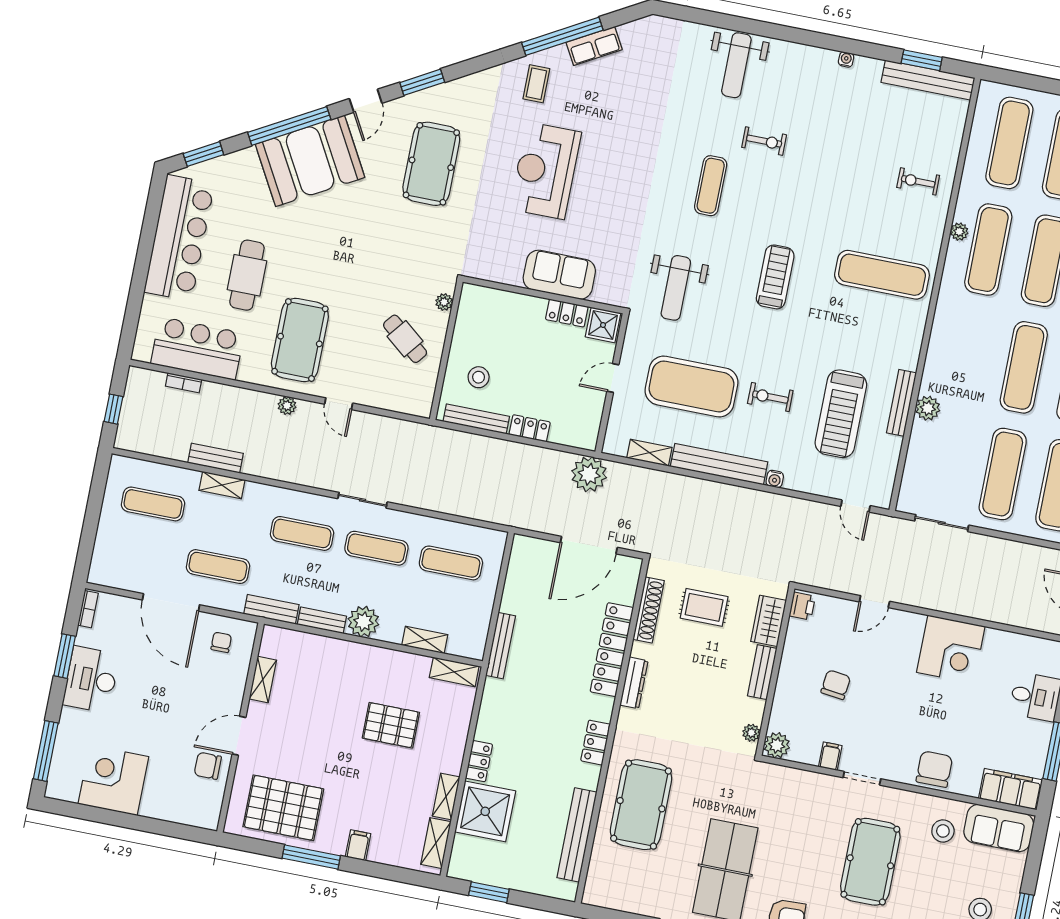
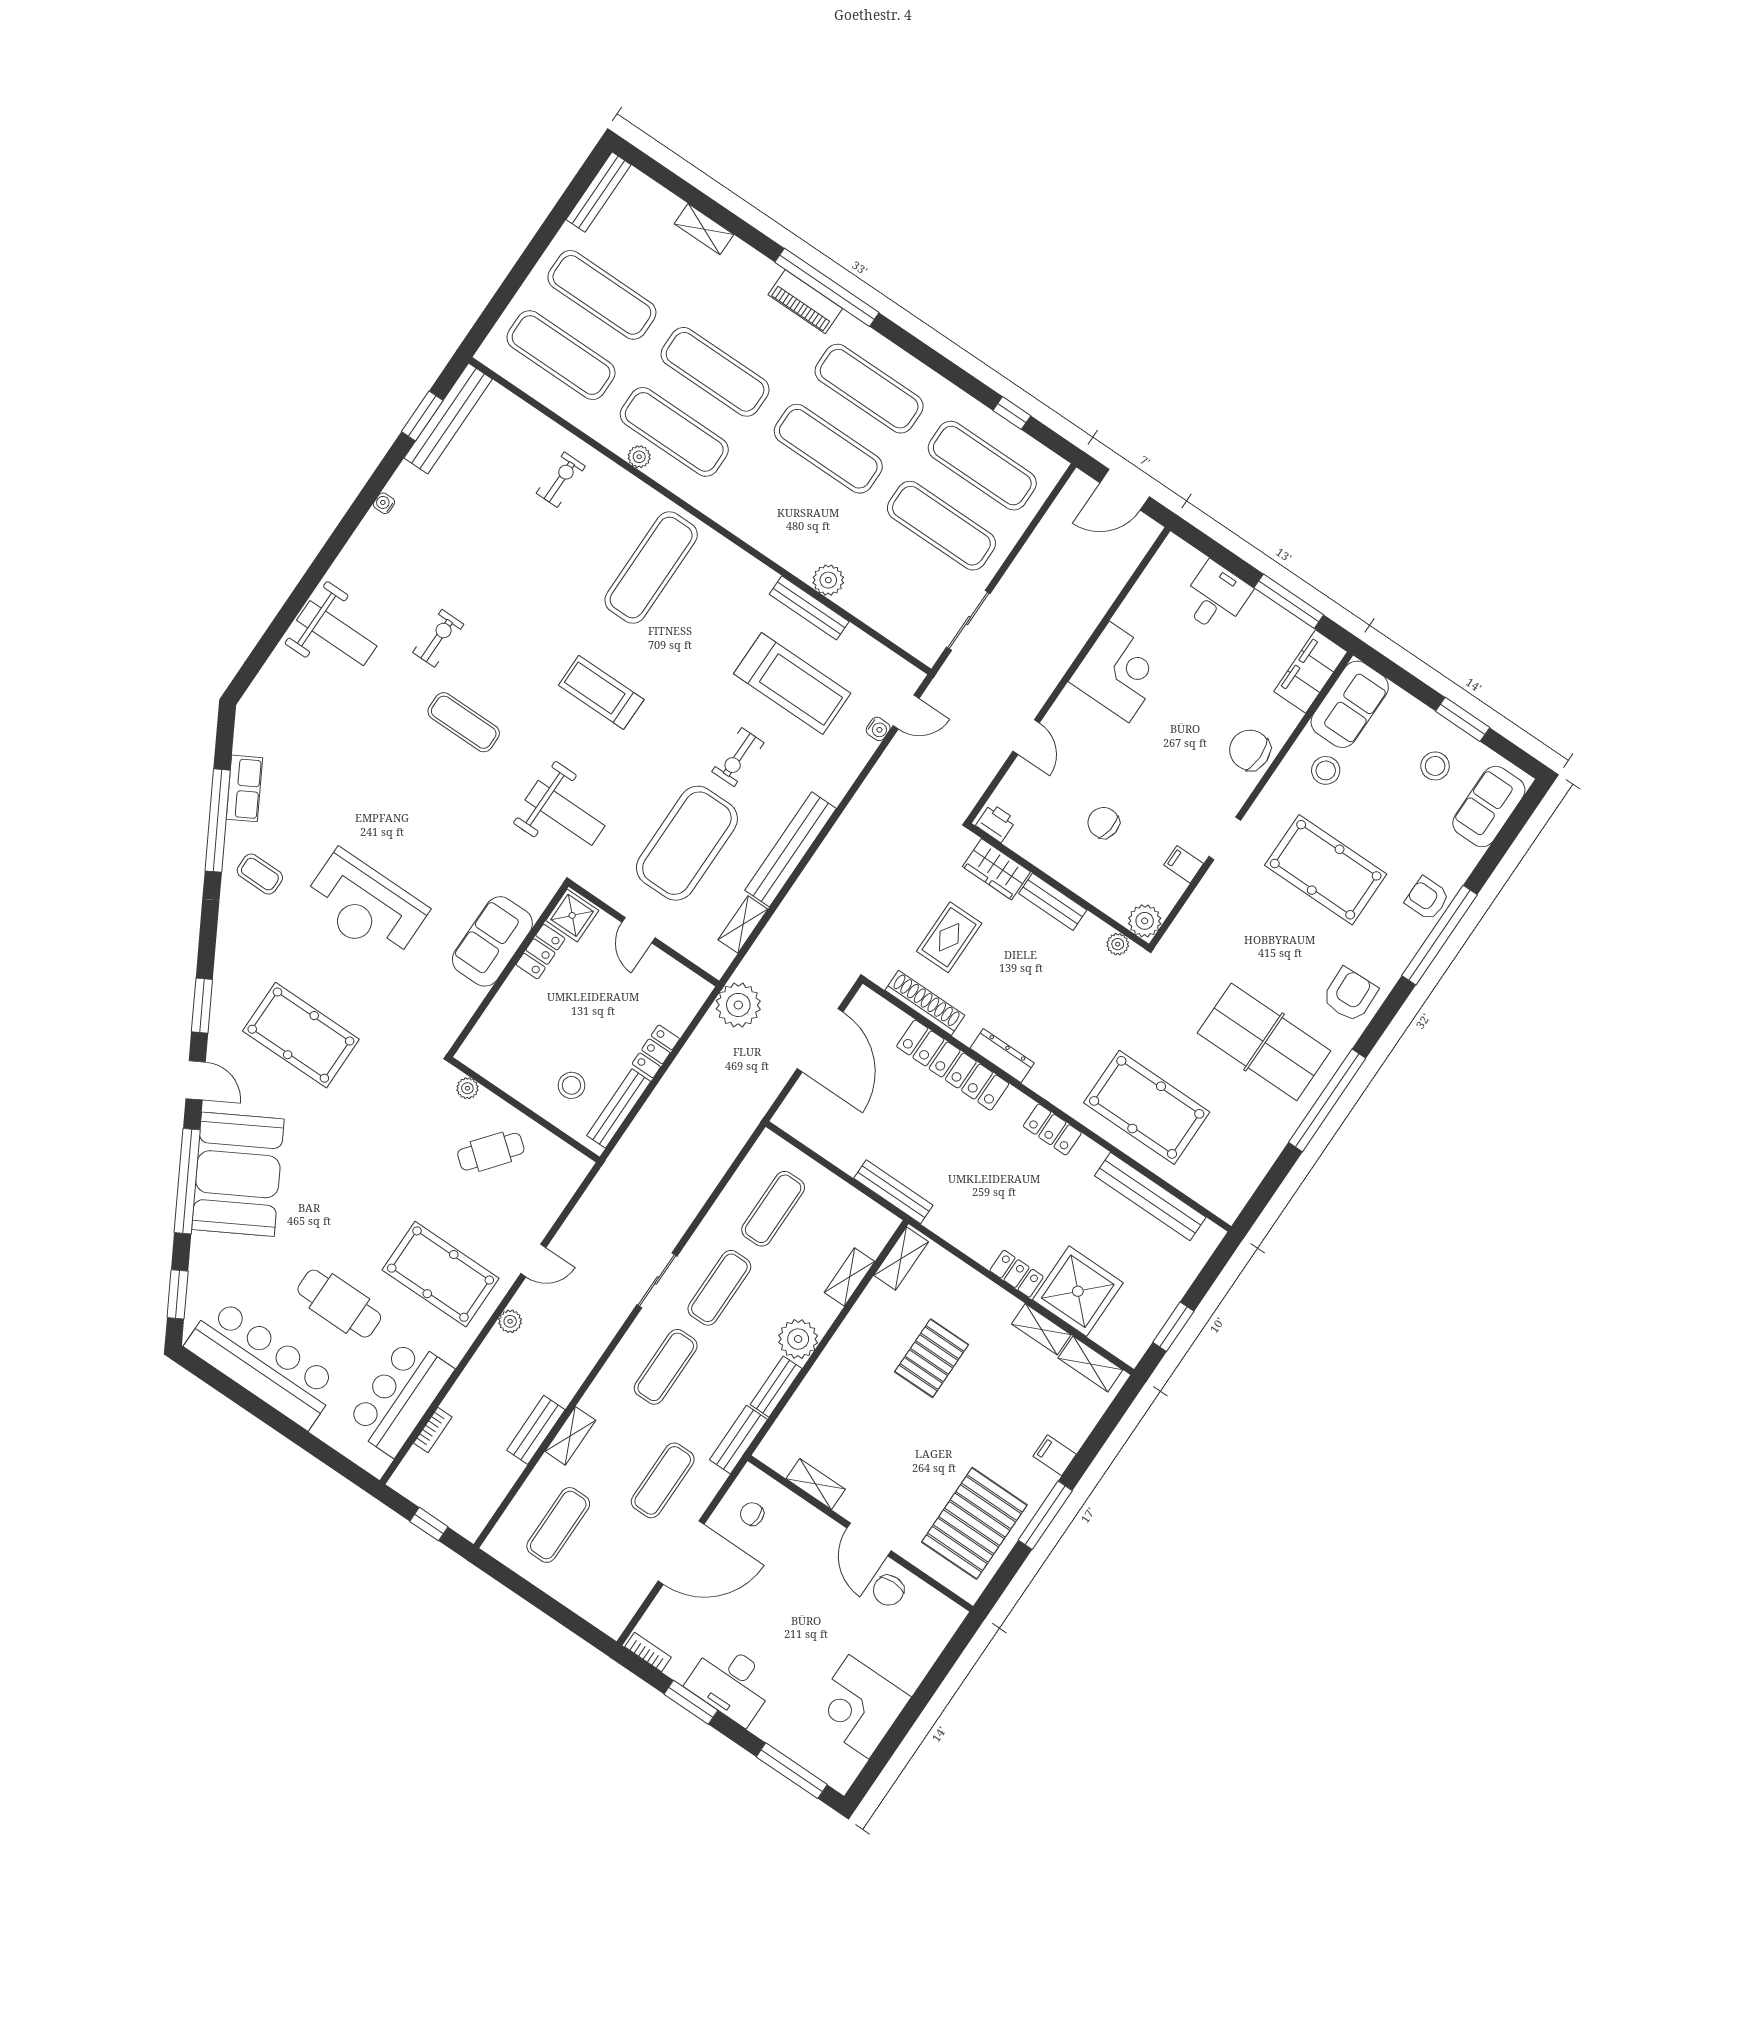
exercise bike: (918, 181) -> (561, 480), turned 180
water cooler: (775, 479) -> (878, 729), moved

